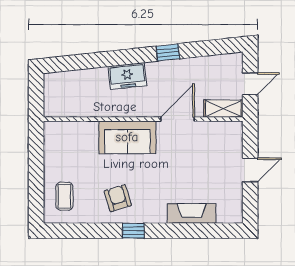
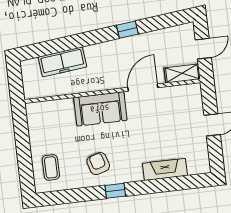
freezer: (127, 76) -> (62, 62), moved, width x1.40

